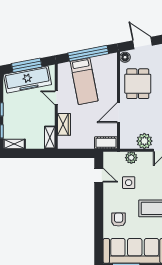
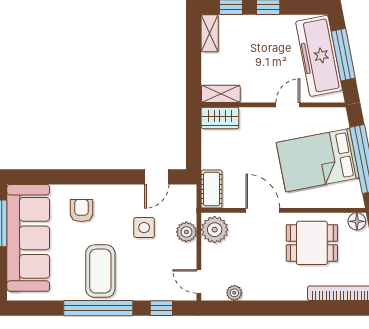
bed: (84, 81) -> (318, 160), width x1.50
wardrobe: (64, 124) -> (220, 118), moved
plant: (144, 141) -> (215, 230), moved
armchair: (119, 219) -> (81, 210), turned -90

